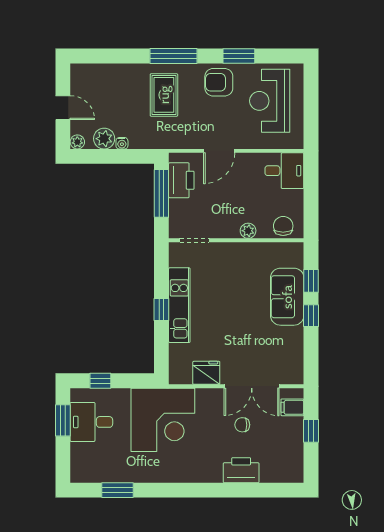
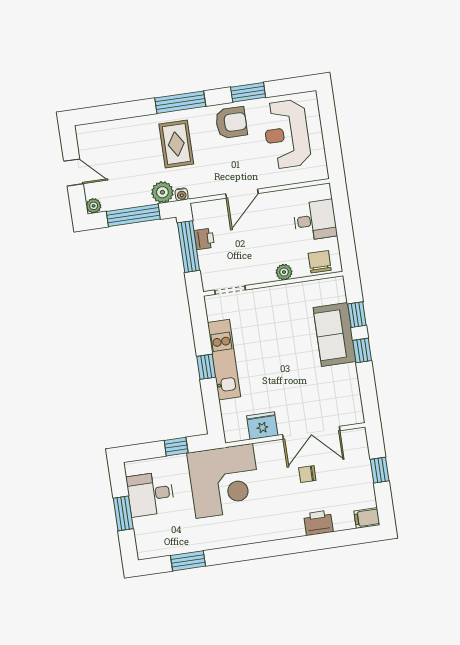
armchair: (219, 82) -> (231, 123), turned 180
plant: (104, 139) -> (162, 192), moved
water cooler: (122, 143) -> (182, 194), moved
window: (114, 156) -> (133, 215), added
desk: (284, 171) -> (315, 220), moved
printer: (181, 180) -> (204, 239), width x0.53, depth x0.68
window: (100, 381) -> (176, 447), moved
filing cabinet: (292, 407) -> (367, 518), moved
window: (63, 420) -> (123, 513), moved
printer: (241, 470) -> (318, 523), width x0.73, depth x0.84

